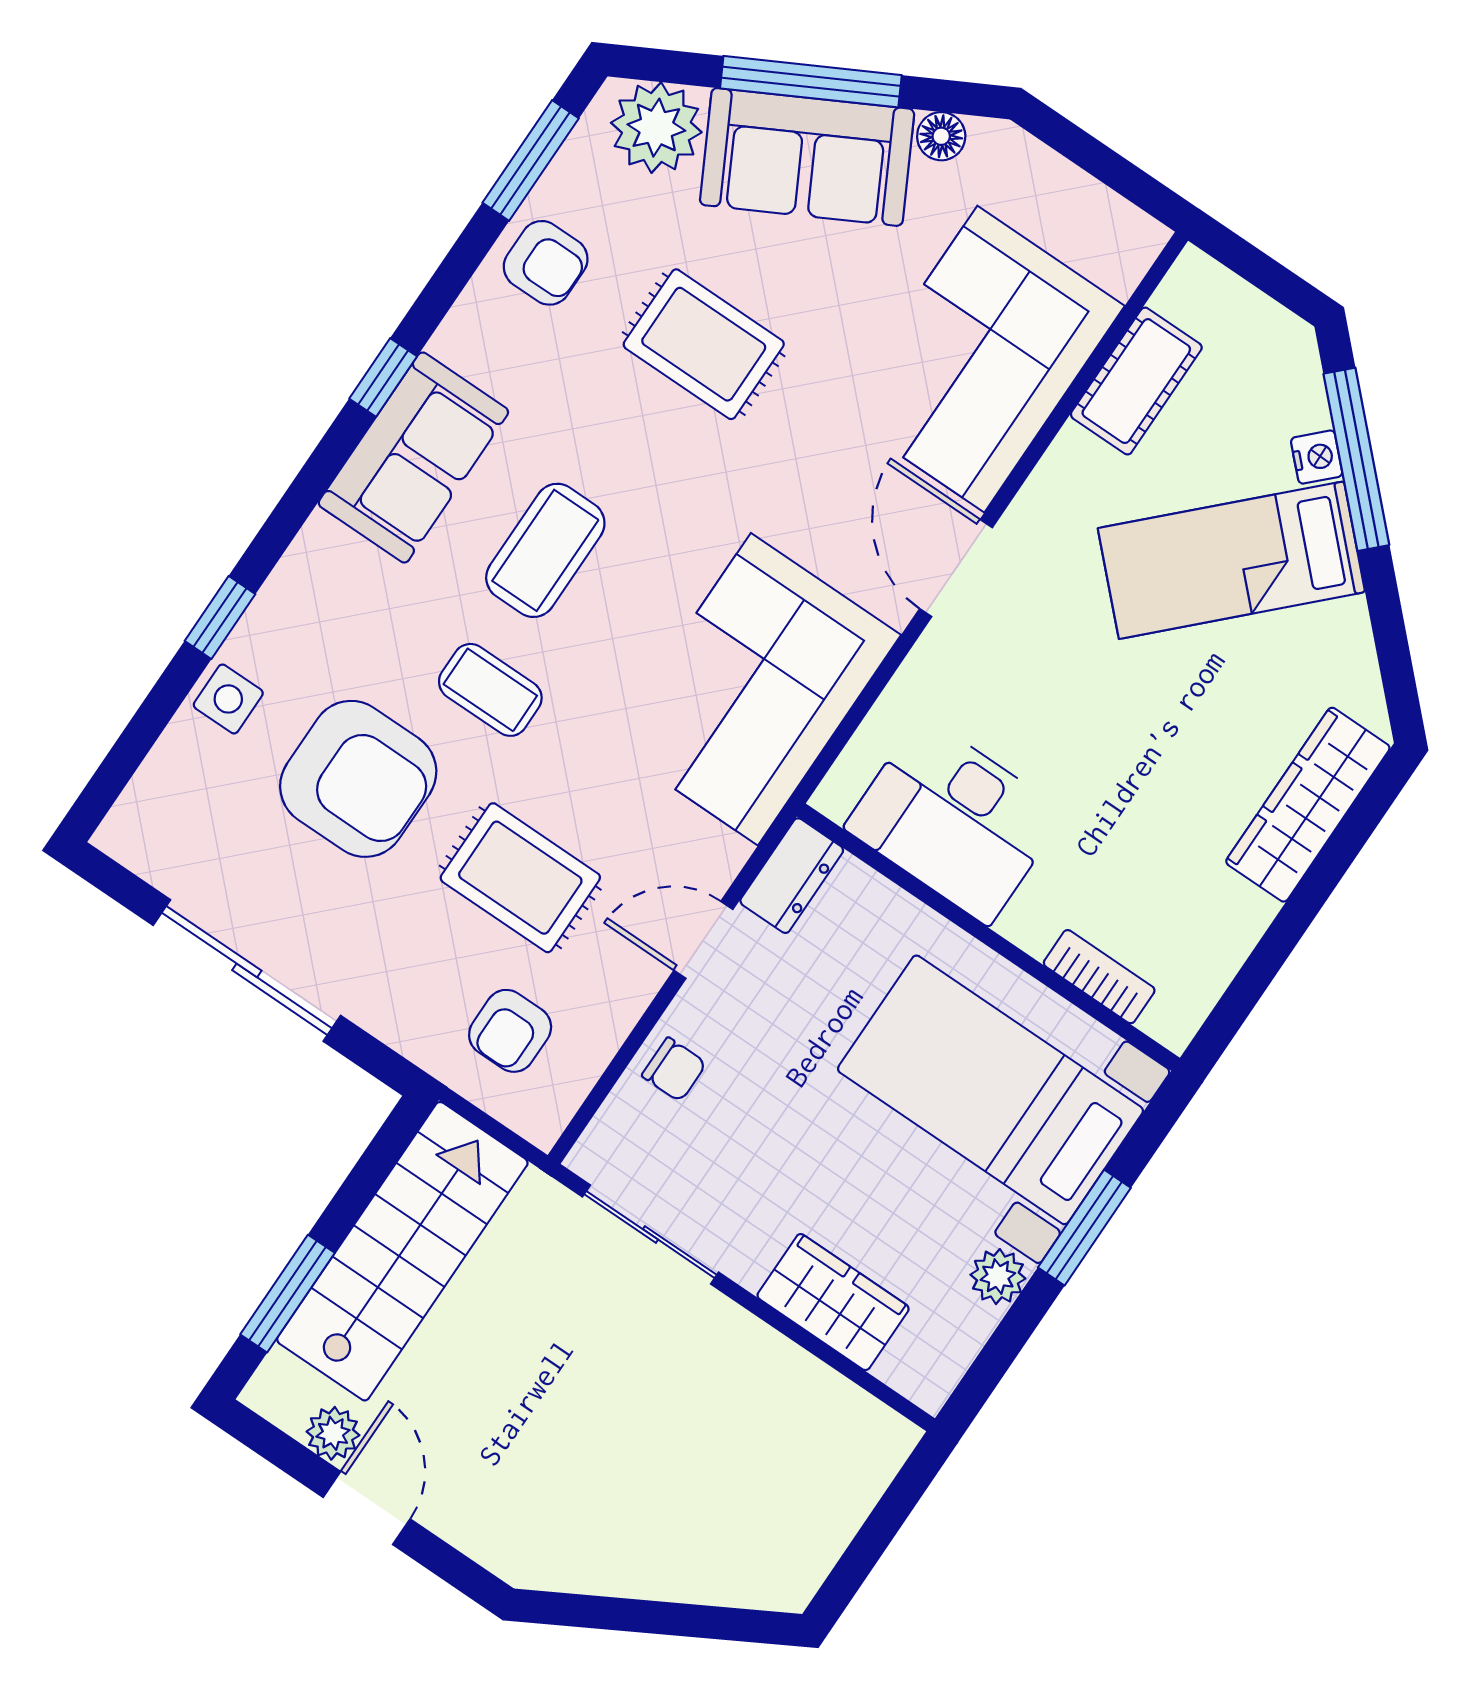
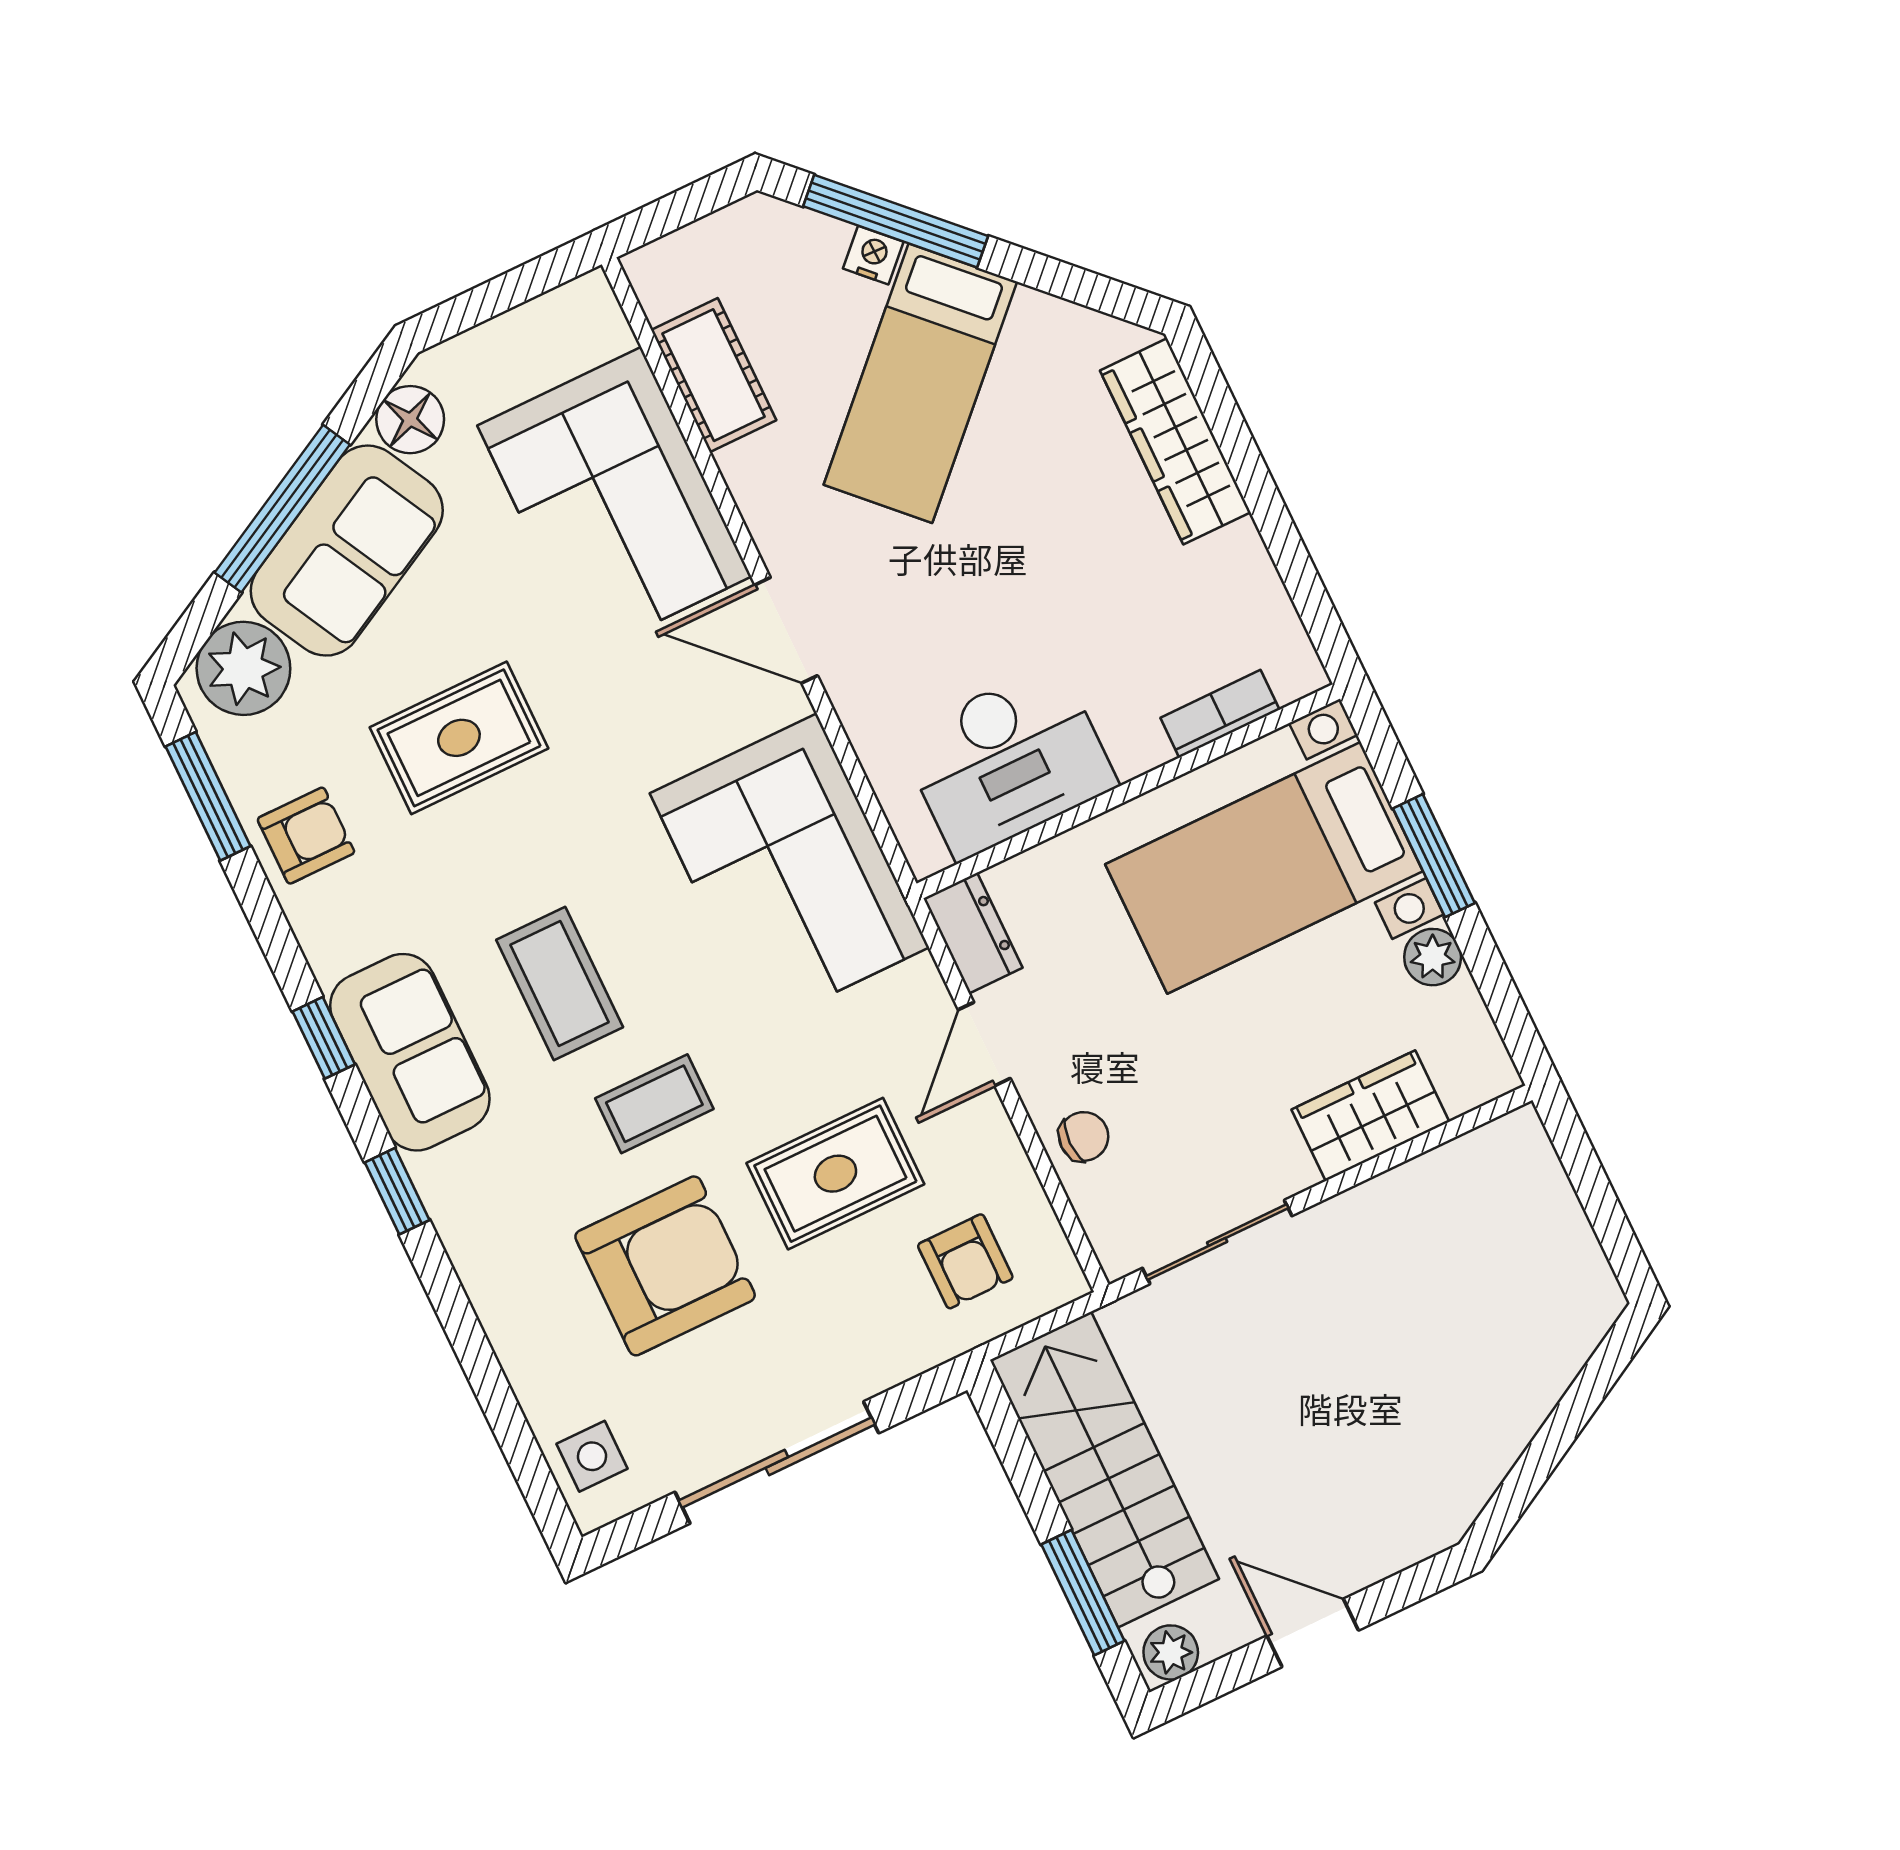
floor lamp: (941, 136) -> (410, 420), width x1.37, depth x1.37
window: (220, 618) -> (397, 1191), moved
side table: (228, 699) -> (592, 1456), moved
plant: (333, 1433) -> (1171, 1652), moved

